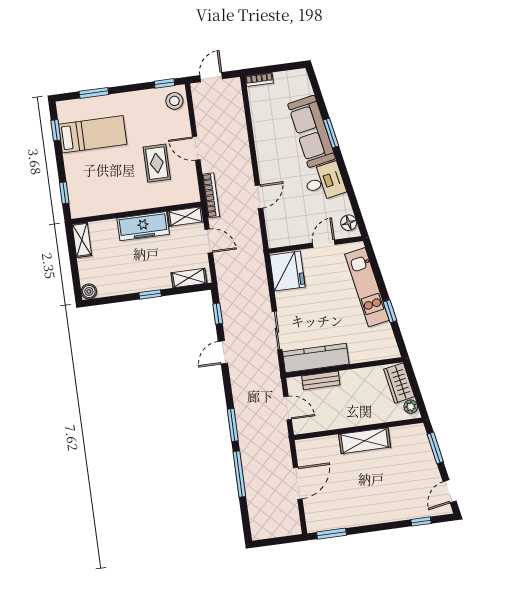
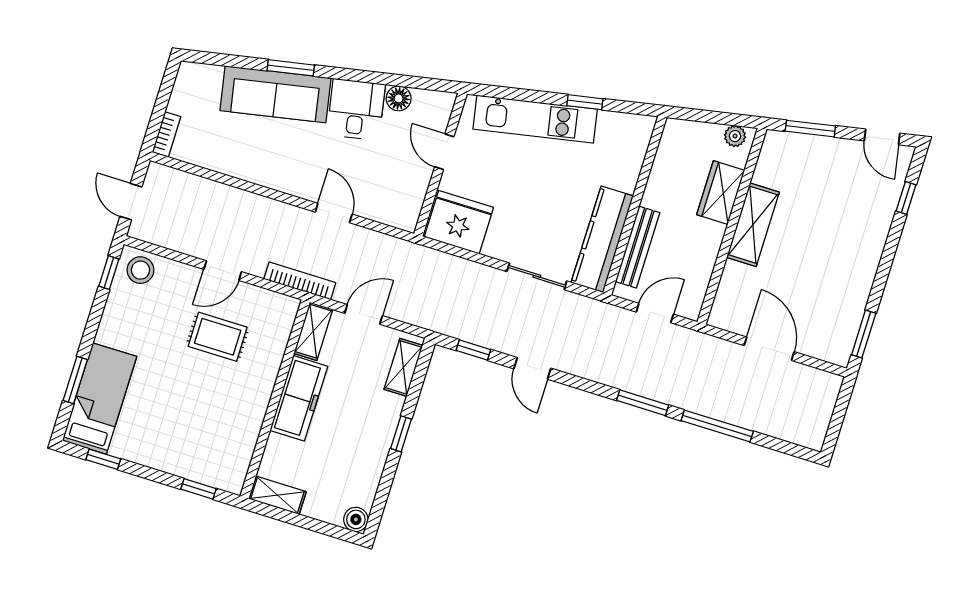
bed: (93, 134) -> (99, 399), moved
floor lamp: (349, 223) -> (399, 98), moved
bench: (321, 380) -> (638, 247), width x1.36
wardrobe: (399, 383) -> (721, 193), moved, turned 101

